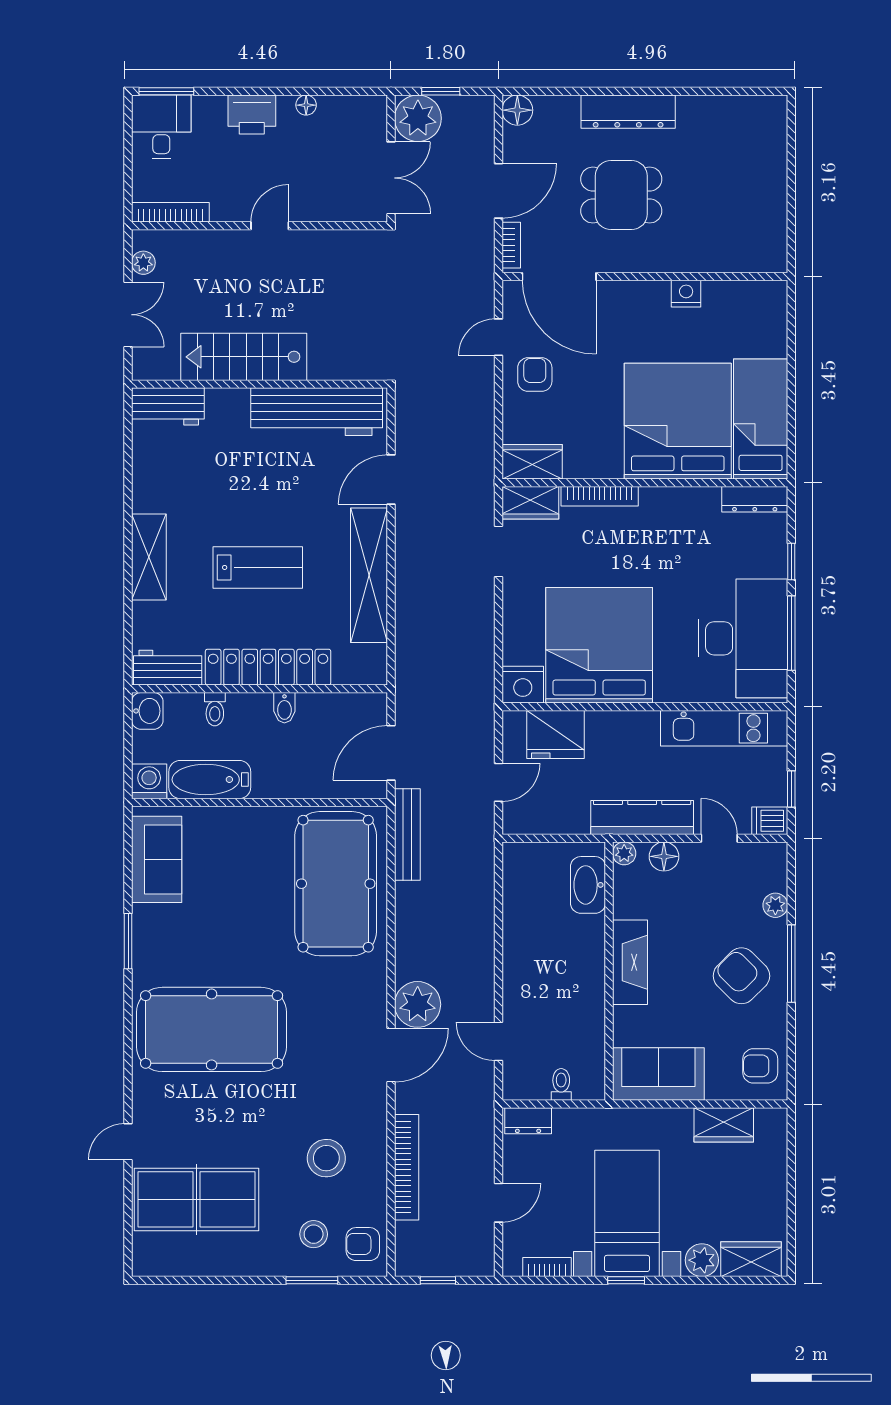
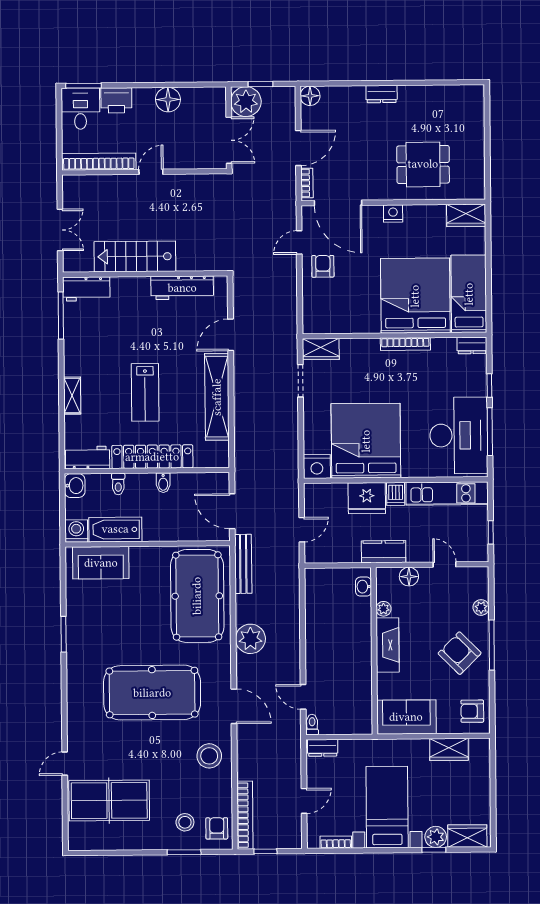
floor lamp: (306, 105) -> (168, 100), width x1.89, depth x1.89
dresser: (628, 112) -> (382, 94), width x0.51, depth x0.80
printer: (252, 115) -> (116, 100), moved
dining table: (621, 195) -> (423, 164), moved
bookcase: (170, 212) -> (99, 162), width x1.48, depth x1.31
plant: (143, 263) -> (70, 196), removed
nightstand: (686, 294) -> (393, 213), moved
workbench: (317, 412) -> (182, 288), width x0.73, depth x0.76
window: (128, 447) -> (61, 316), added
wardrobe: (532, 462) -> (466, 215), moved, turned 180
bookcase: (600, 496) -> (405, 344), moved
dresser: (755, 499) -> (472, 345), width x0.70
shelving: (149, 557) -> (72, 396), width x0.67, depth x0.75
lab bench: (258, 567) -> (145, 392), turned 90
fridge: (555, 734) -> (367, 498), moved
door: (391, 753) -> (232, 511), hinge flipped
kitchen counter: (642, 818) -> (384, 552), width x0.67
dishwasher: (770, 821) -> (396, 494), moved, turned -90
plant: (624, 853) -> (384, 609), moved
sofa: (157, 859) -> (101, 563), moved, turned 90
washbasin: (588, 885) -> (363, 587), width x0.52, depth x0.69
plant: (418, 1004) -> (250, 639), moved
pool table: (212, 1029) -> (152, 693), moved
door: (391, 1055) -> (234, 706), hinge flipped
toilet: (561, 1084) -> (312, 725), moved
stool: (326, 1158) -> (209, 756), moved
bookcase: (407, 1167) -> (245, 815), moved
armchair: (363, 1244) -> (217, 828), turned 90
window: (626, 1280) -> (434, 850), moved

